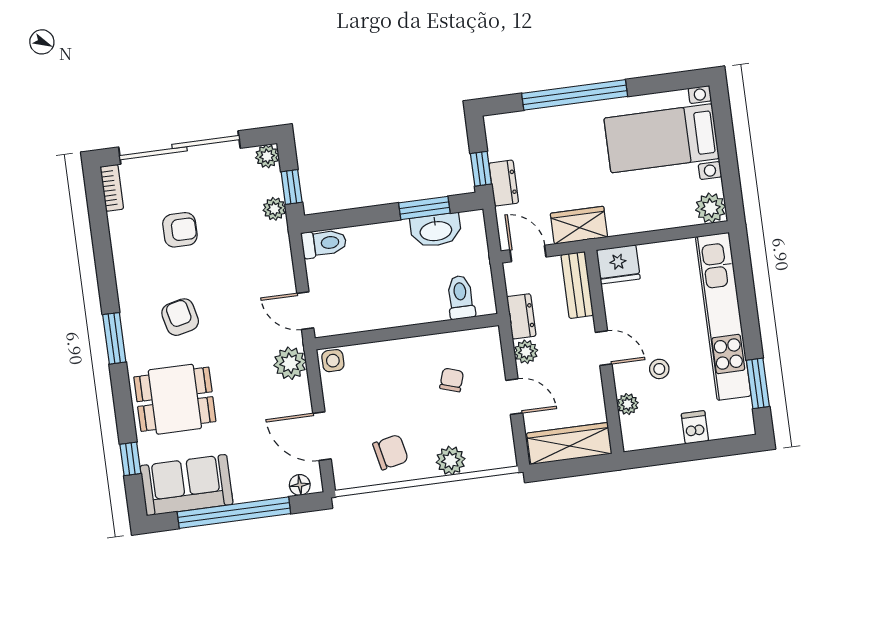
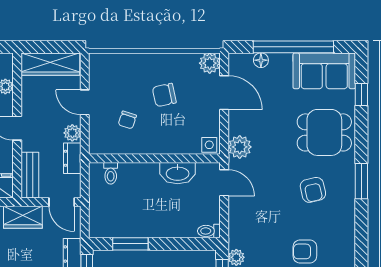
washbasin: (436, 230) -> (178, 173), moved, turned 180
toilet: (324, 243) -> (209, 231), width x0.73, depth x0.72
toilet: (461, 297) -> (111, 173), width x0.73, depth x0.72
chair: (391, 452) -> (164, 95), moved
plant: (451, 461) -> (210, 63), moved
floor lamp: (300, 485) -> (261, 60), moved

